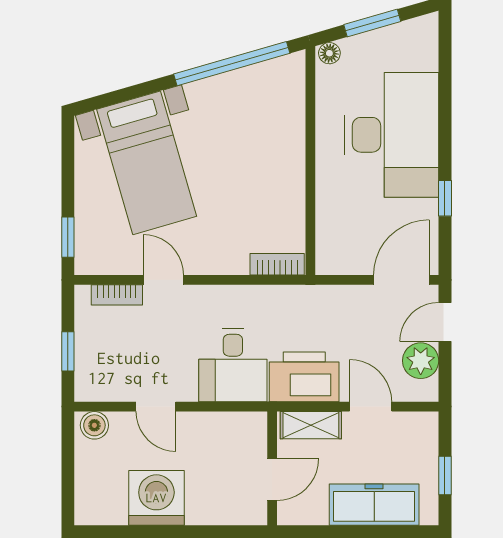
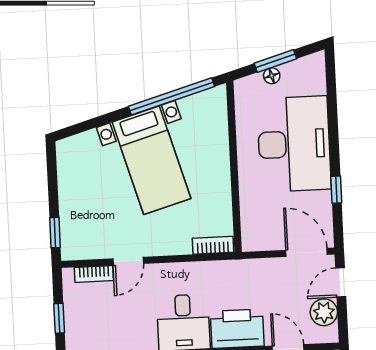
floor lamp: (329, 53) -> (272, 76), moved
bed with nightstands: (147, 163) -> (151, 160), moved
door: (163, 280) -> (128, 261), swing flipped
door: (401, 280) -> (307, 252), hinge flipped

